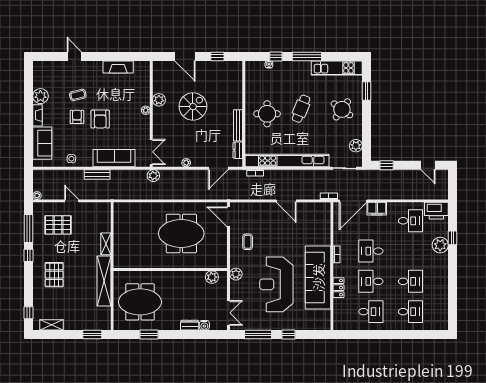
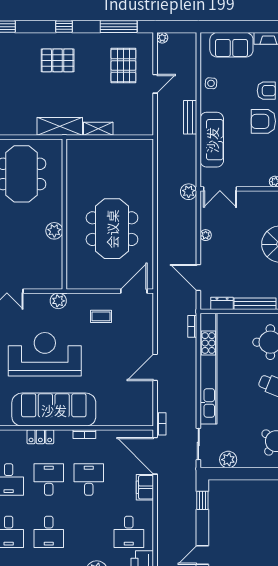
window: (29, 255) -> (64, 27), moved
plant: (212, 277) -> (54, 231), moved
shelving: (104, 281) -> (60, 126), width x0.68

